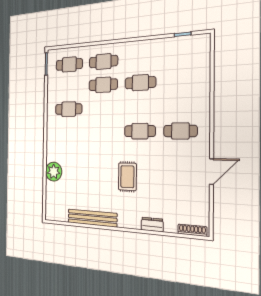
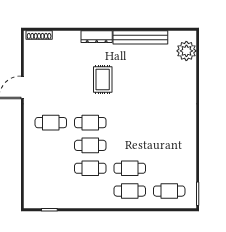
cafe table: (69, 109) -> (90, 145), moved
plant: (54, 172) -> (186, 51), moved
dresser: (152, 225) -> (97, 37), moved, width x1.44

